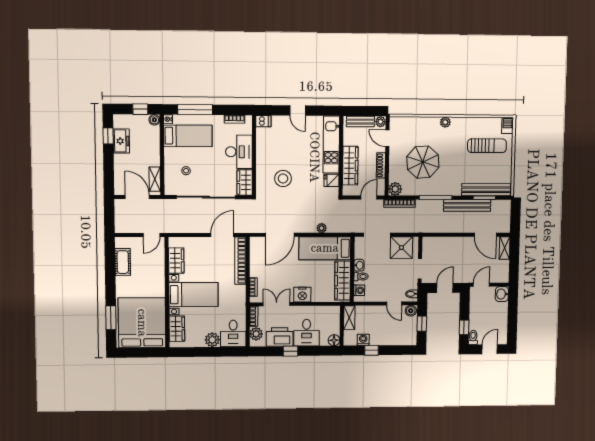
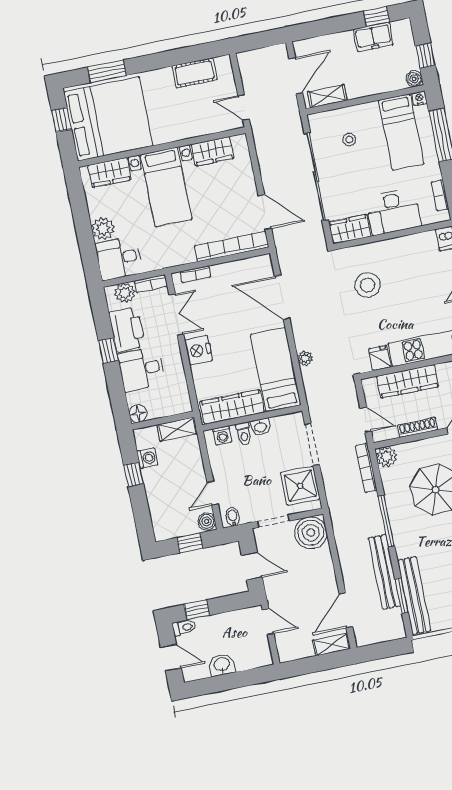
boiler: (432, 247) -> (311, 533), added
washbasin: (502, 294) -> (222, 665), moved
window: (137, 353) -> (61, 120), added

